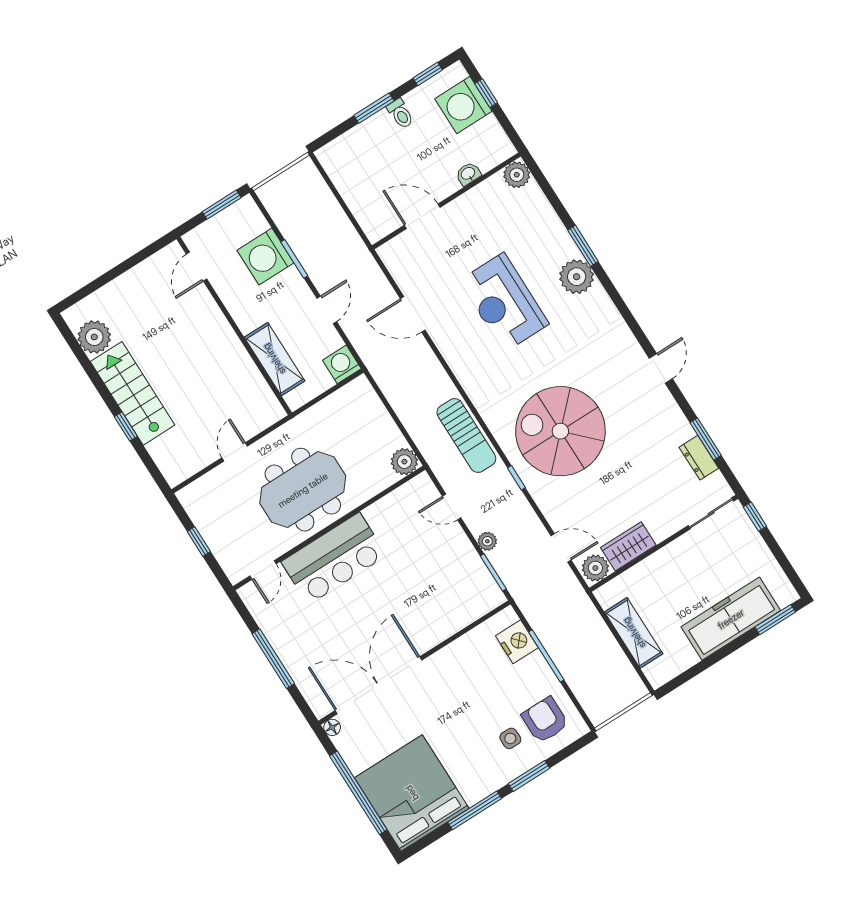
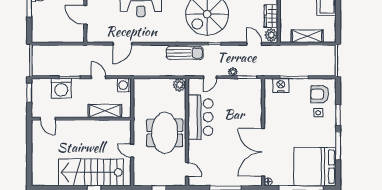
door: (422, 216) -> (85, 15), hinge flipped
plant: (94, 337) -> (50, 178), removed
stairs: (133, 393) -> (91, 172), width x1.36, depth x1.51
door: (561, 548) -> (254, 44), hinge flipped
bar counter: (334, 558) -> (200, 117), moved

